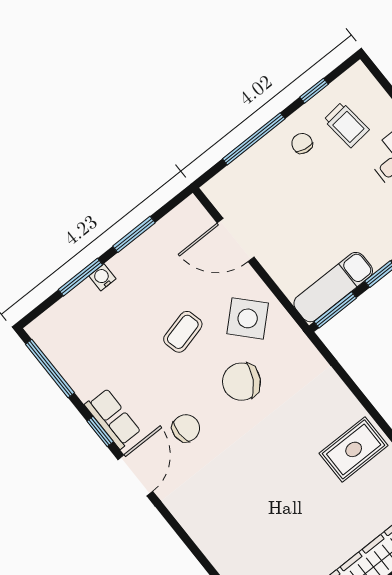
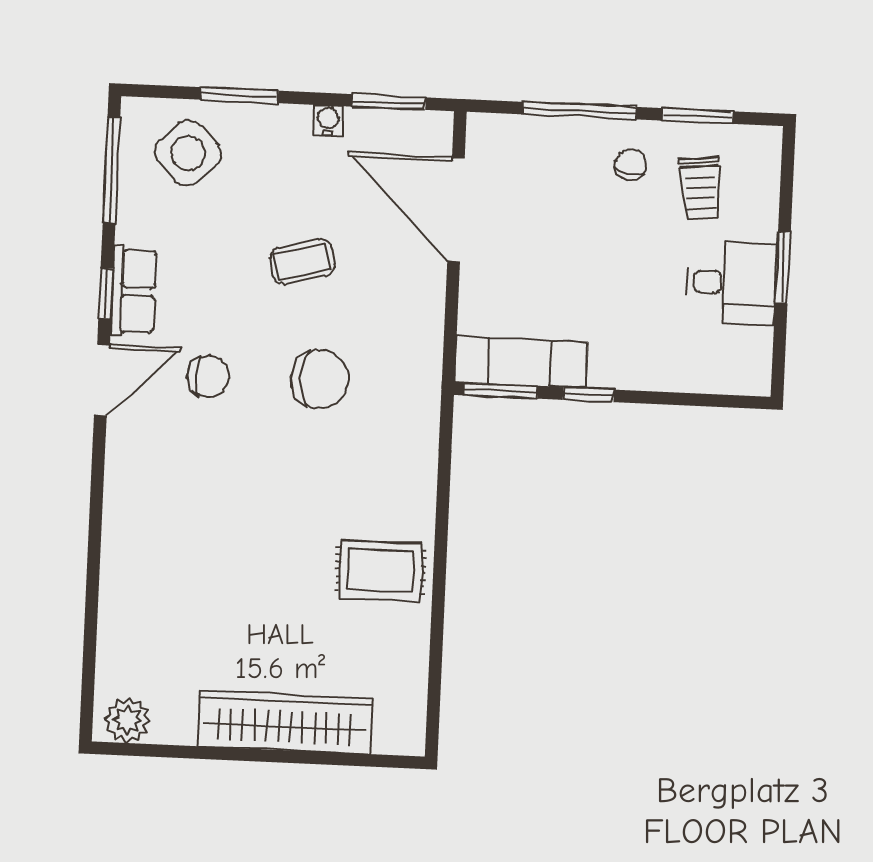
window: (314, 91) -> (698, 116), width x1.50
window: (134, 234) -> (388, 102), moved
door: (236, 240) -> (456, 209), width x1.36
water cooler: (102, 277) -> (328, 120), moved
side table: (248, 318) -> (188, 153), moved
chair: (241, 382) -> (320, 379), turned 150

